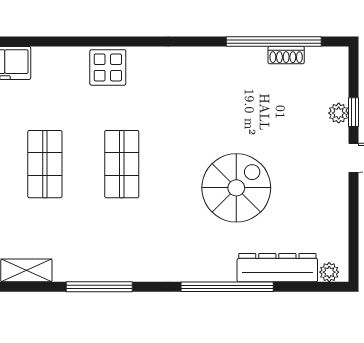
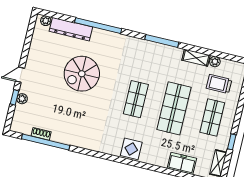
shop shelf: (45, 164) -> (174, 108), width x1.43, depth x1.36

